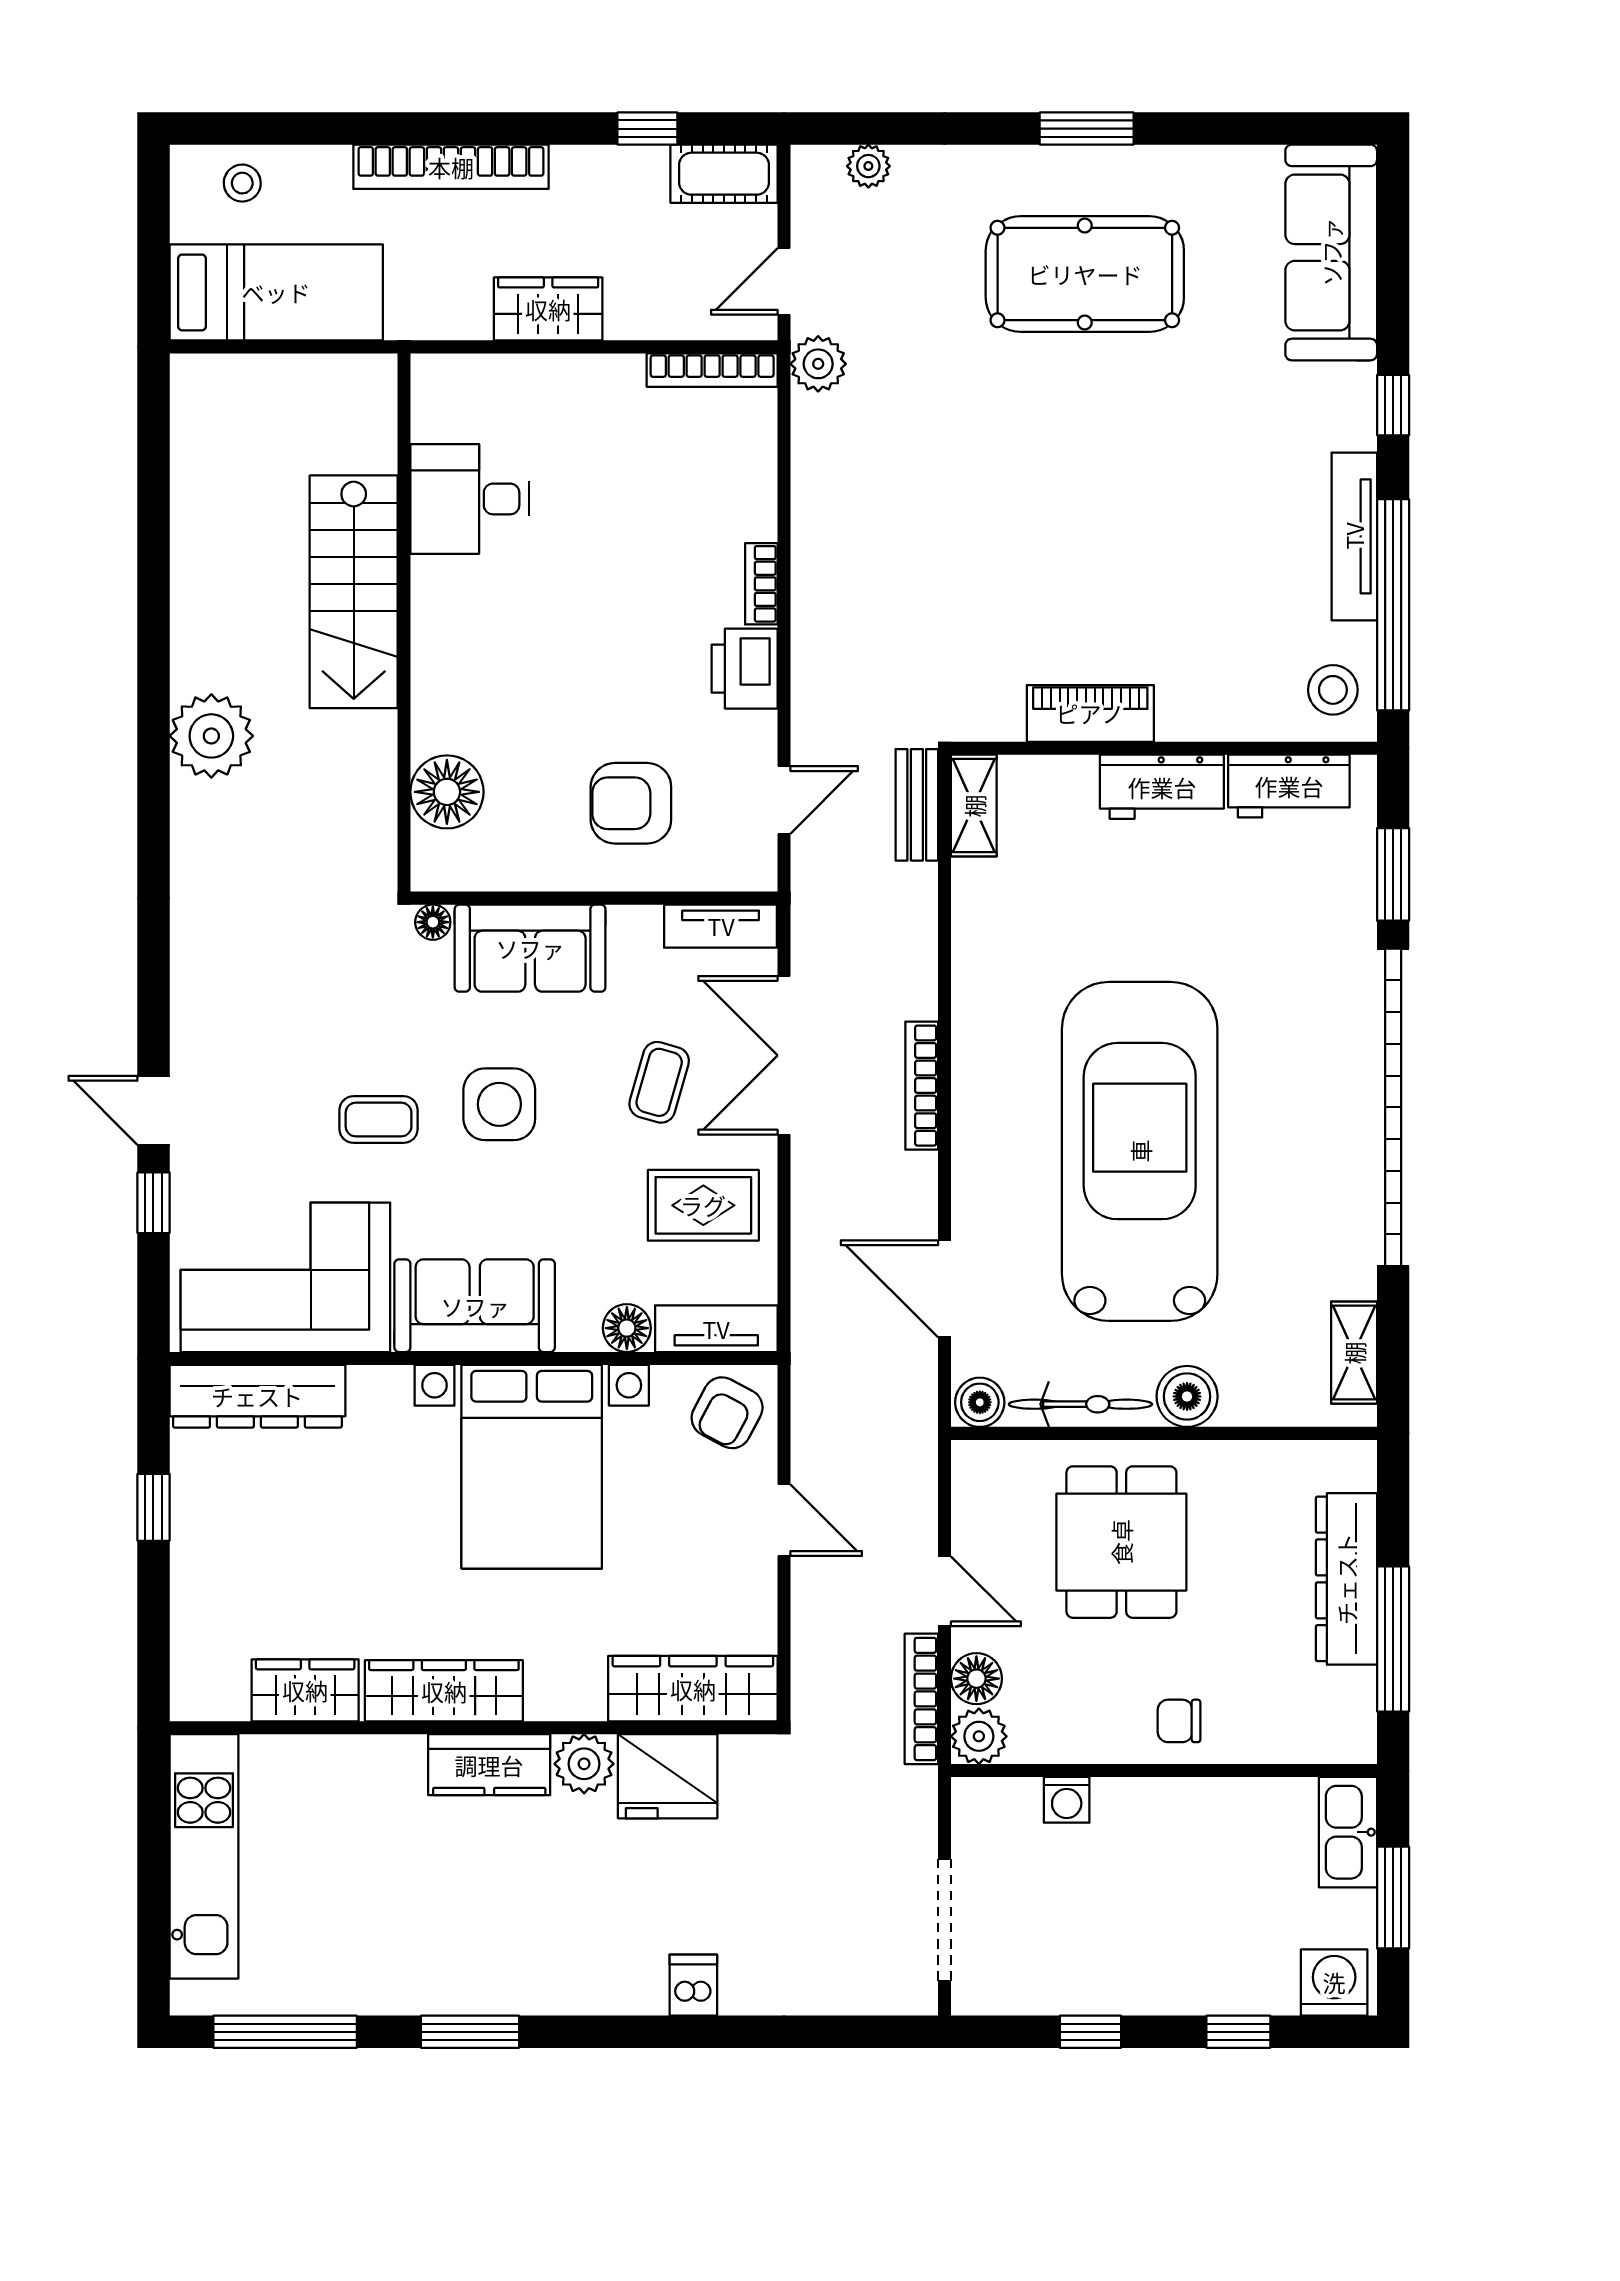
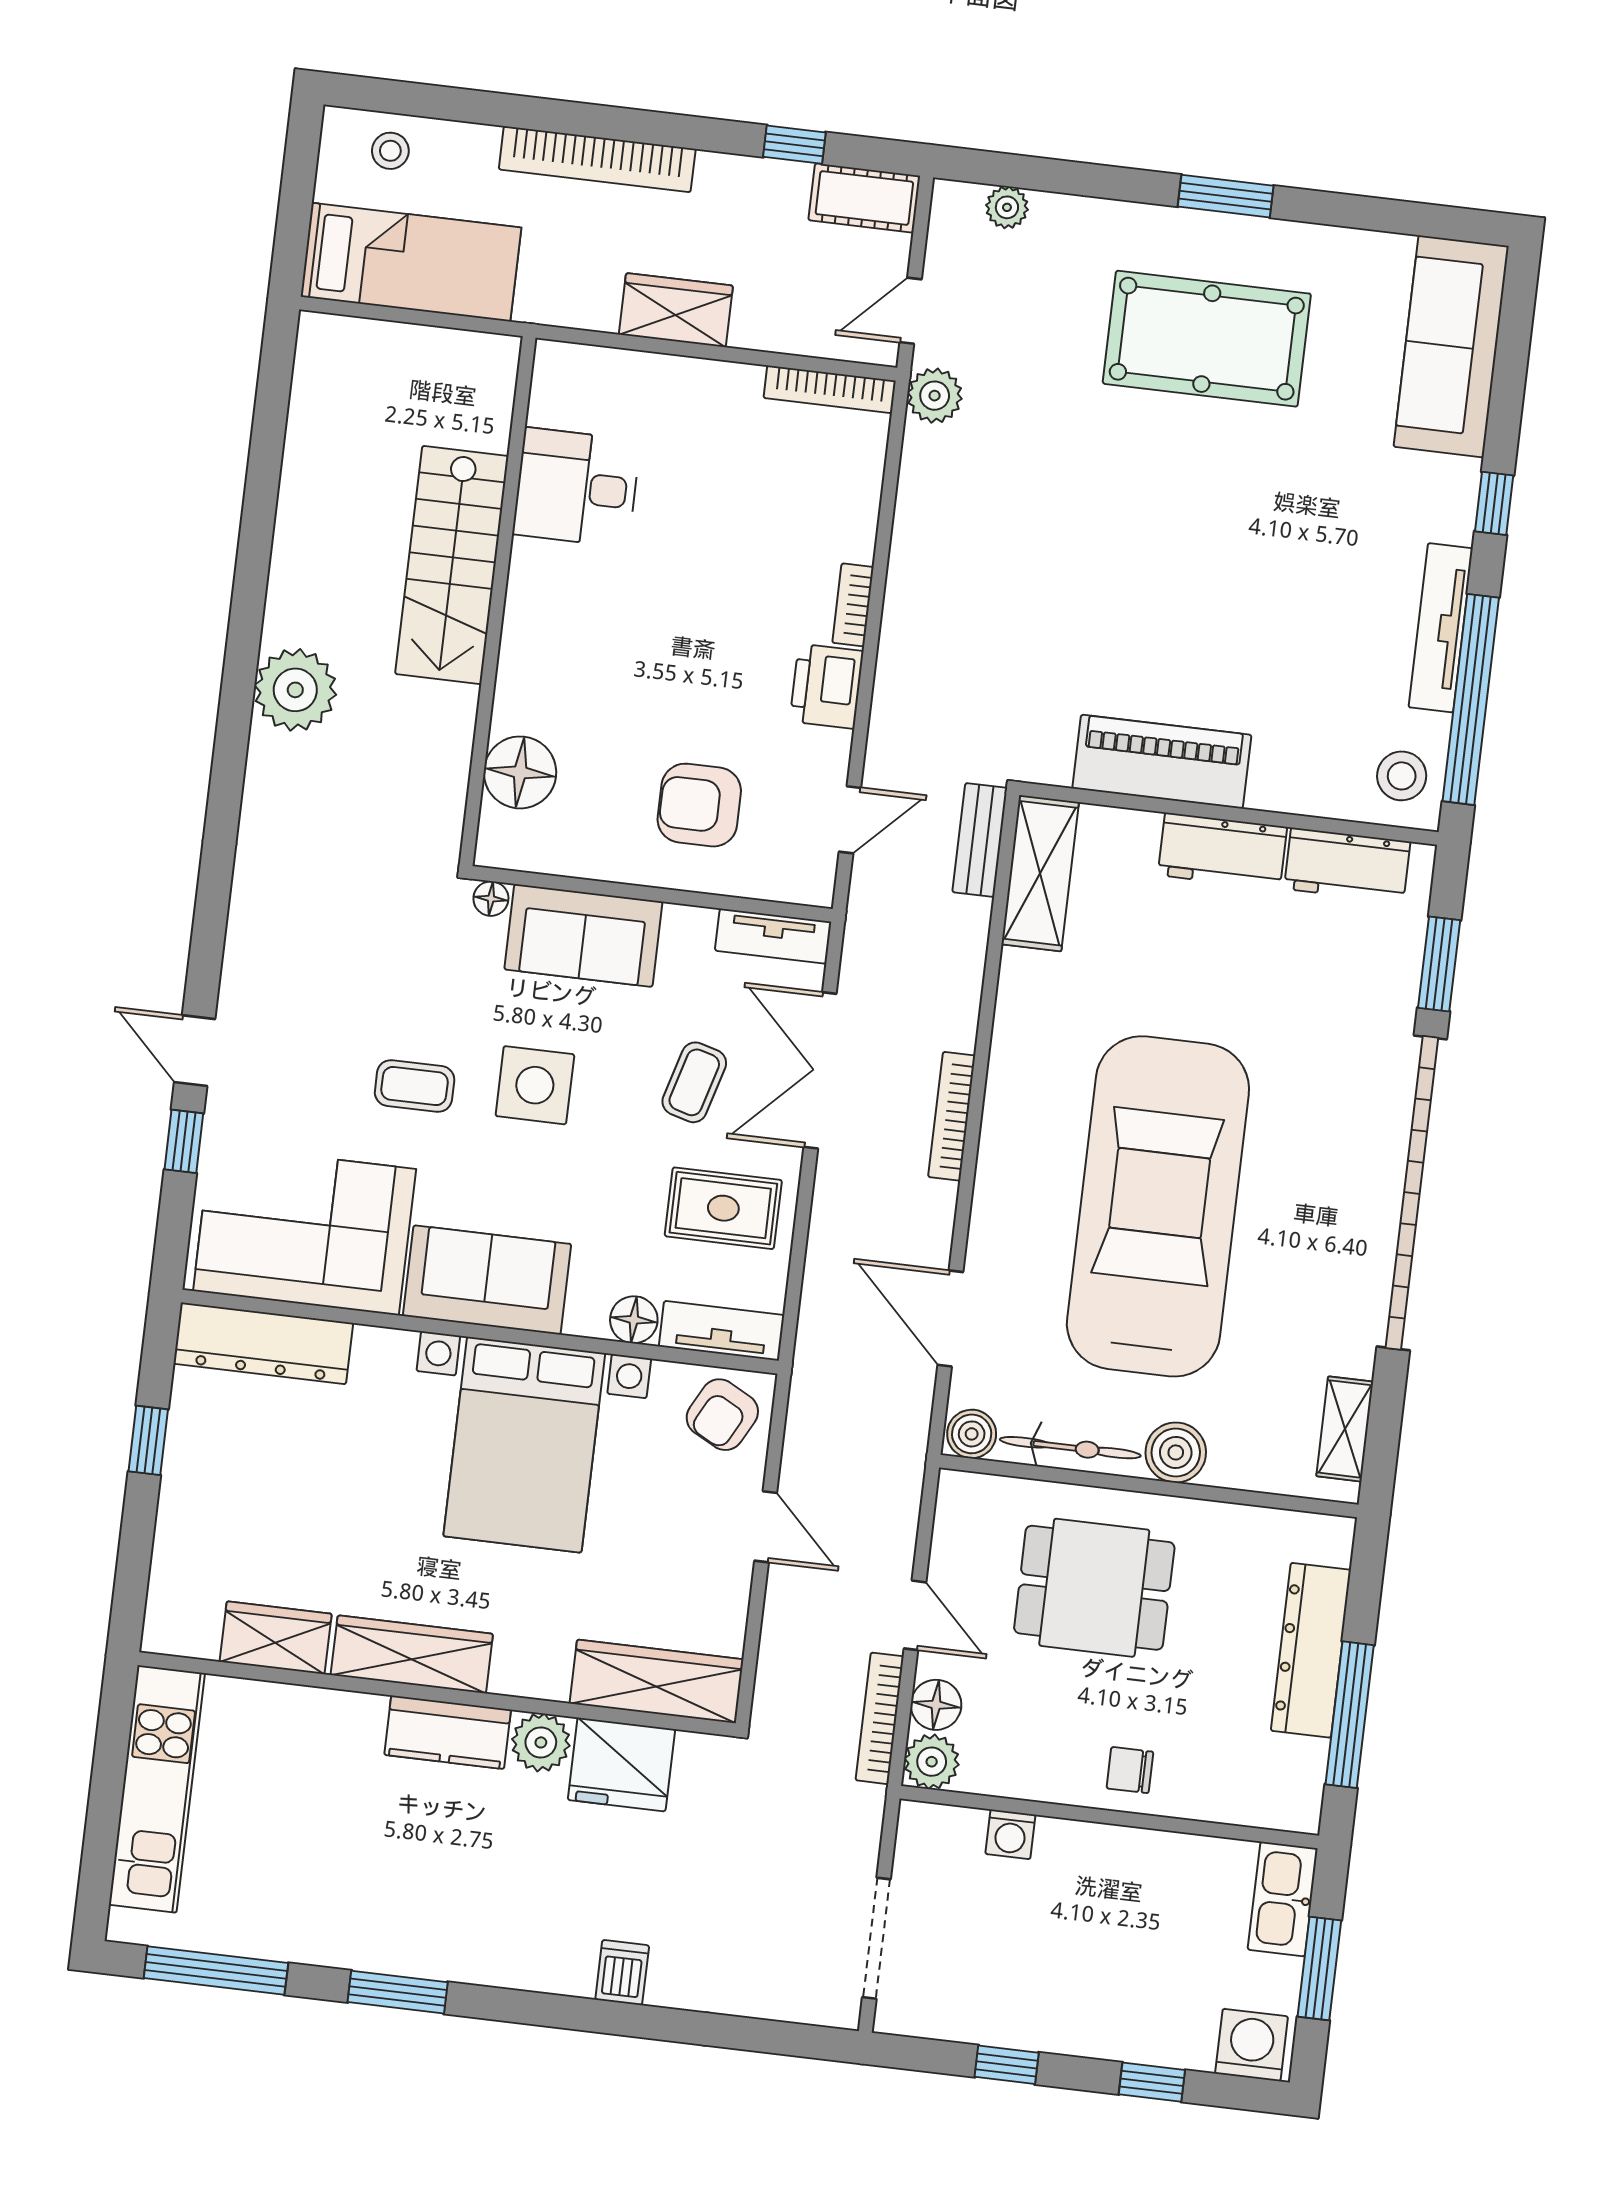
piano: (1090, 713) -> (1162, 762), width x1.37, depth x1.33
shelving: (974, 806) -> (1040, 873), width x1.50, depth x1.33
dining table: (1121, 1542) -> (1094, 1588), turned 90

